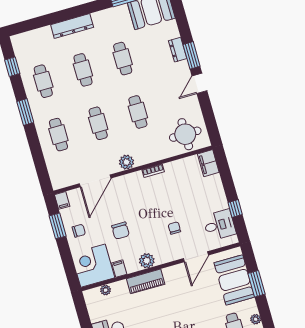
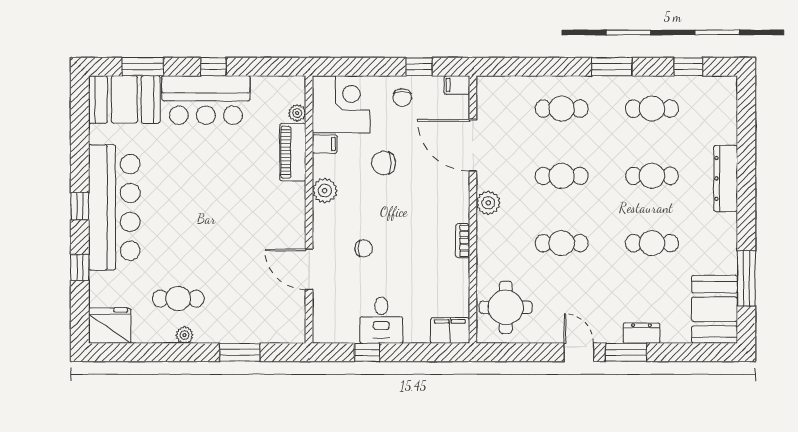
desk: (219, 225) -> (381, 320), moved
window: (58, 226) -> (419, 67), width x0.67
booth: (234, 280) -> (256, 319), removed
piano: (146, 281) -> (293, 152), moved

